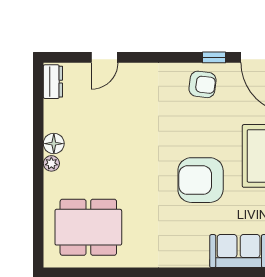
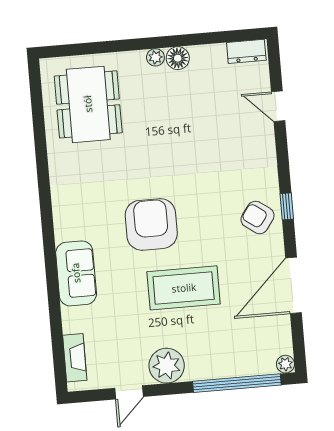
window: (214, 57) -> (287, 206), moved
armchair: (202, 84) -> (258, 217), turned 119

